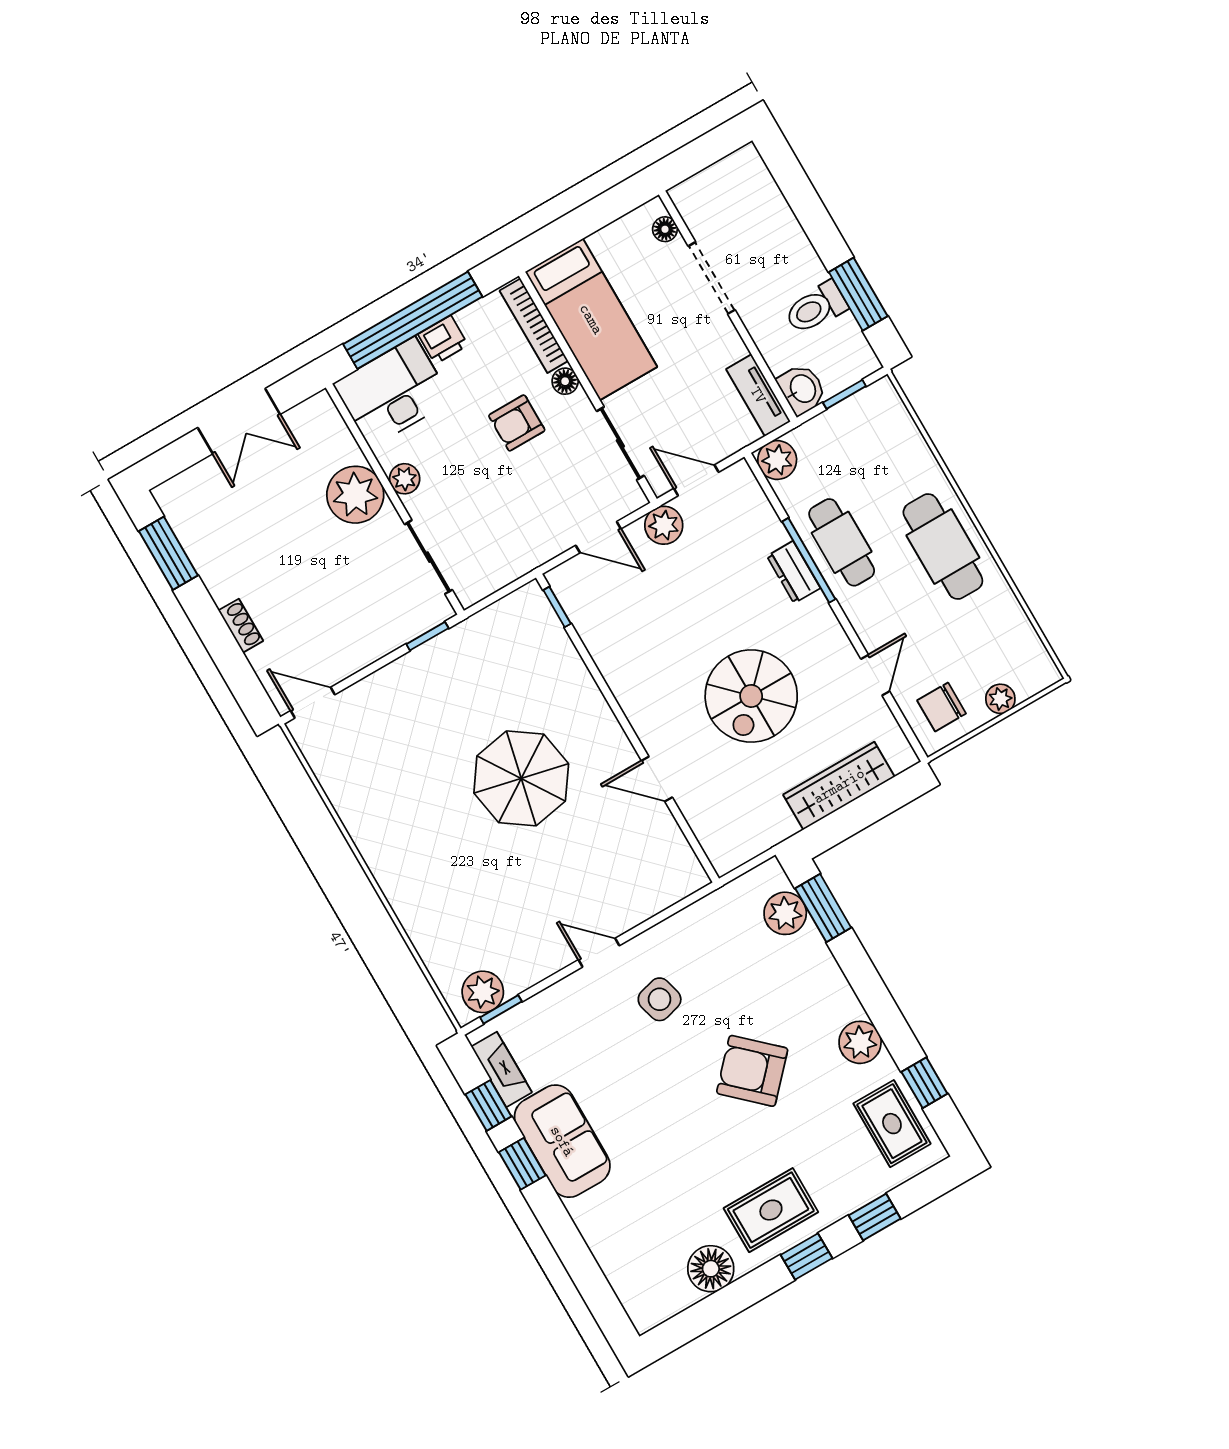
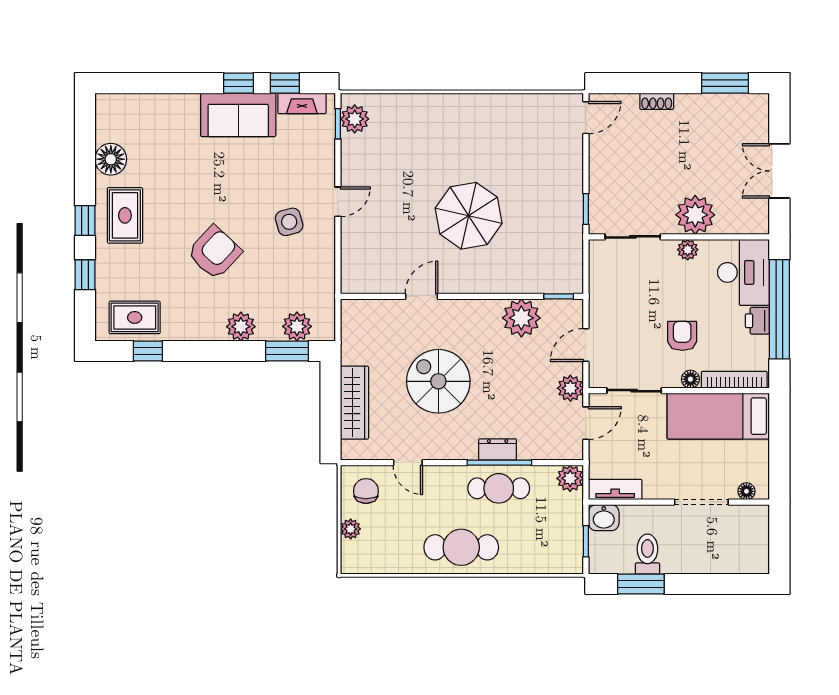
plant: (611, 638) -> (521, 318), added
plant: (860, 1042) -> (241, 327), moved

